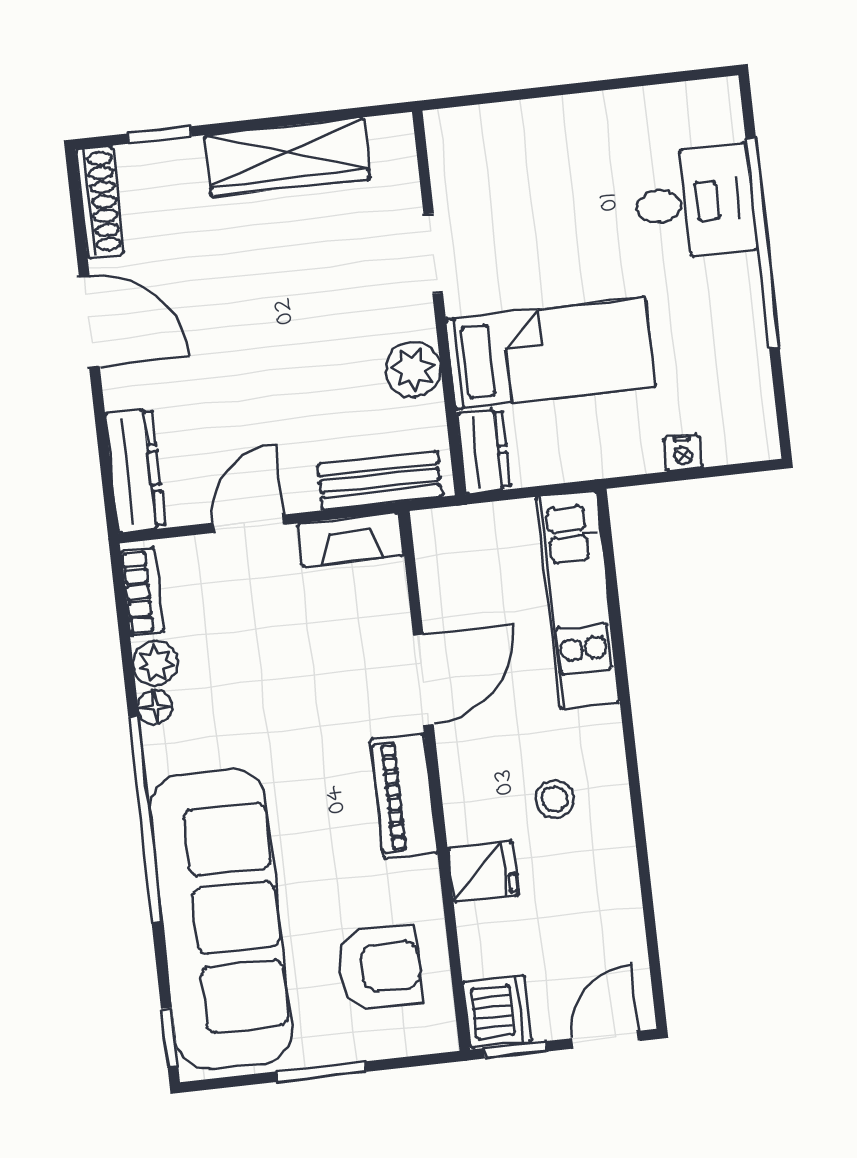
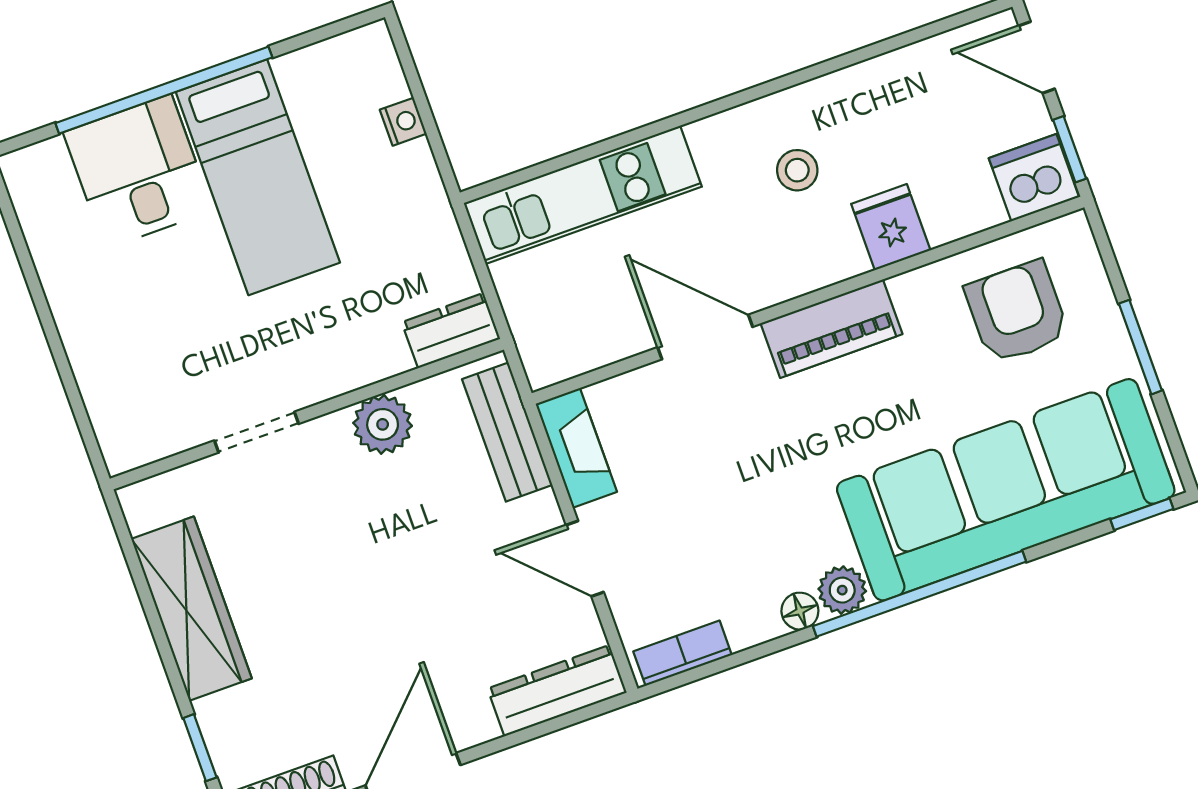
bed: (551, 353) -> (258, 177), moved, turned 180
plant: (155, 663) -> (842, 590), moved

